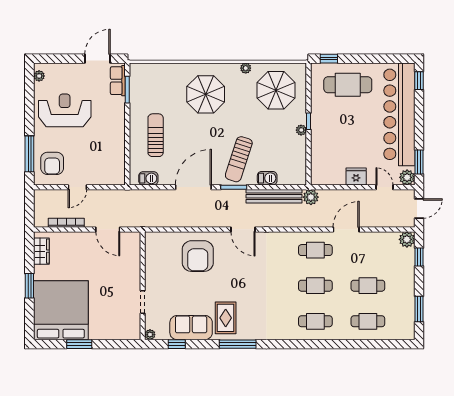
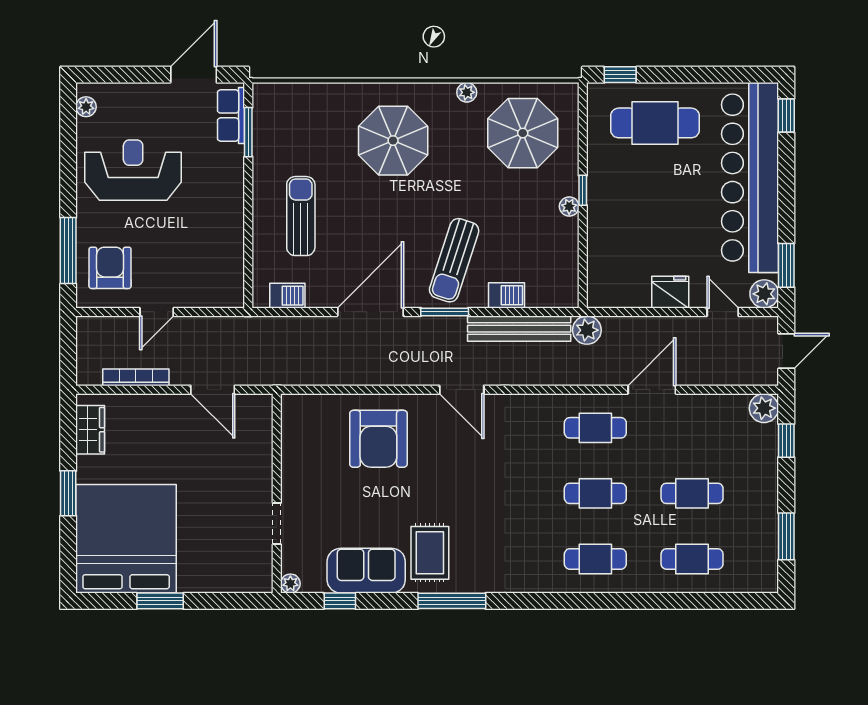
armchair: (52, 163) -> (110, 268), turned 180

